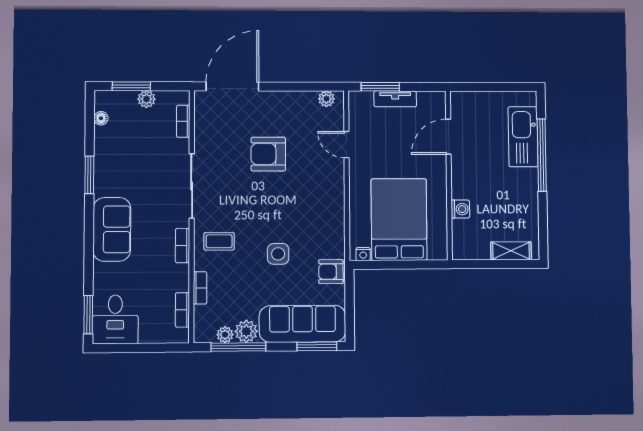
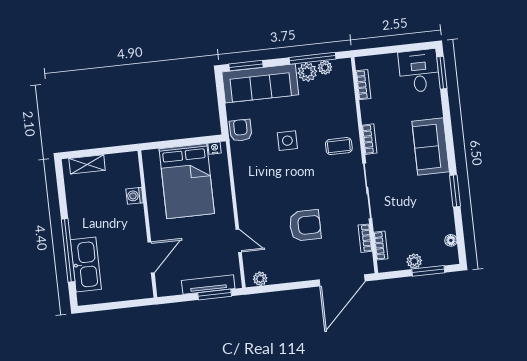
tv unit: (395, 99) -> (208, 284), width x1.41
armchair: (331, 272) -> (241, 130), turned -90
bookcase: (200, 288) -> (365, 238), moved

